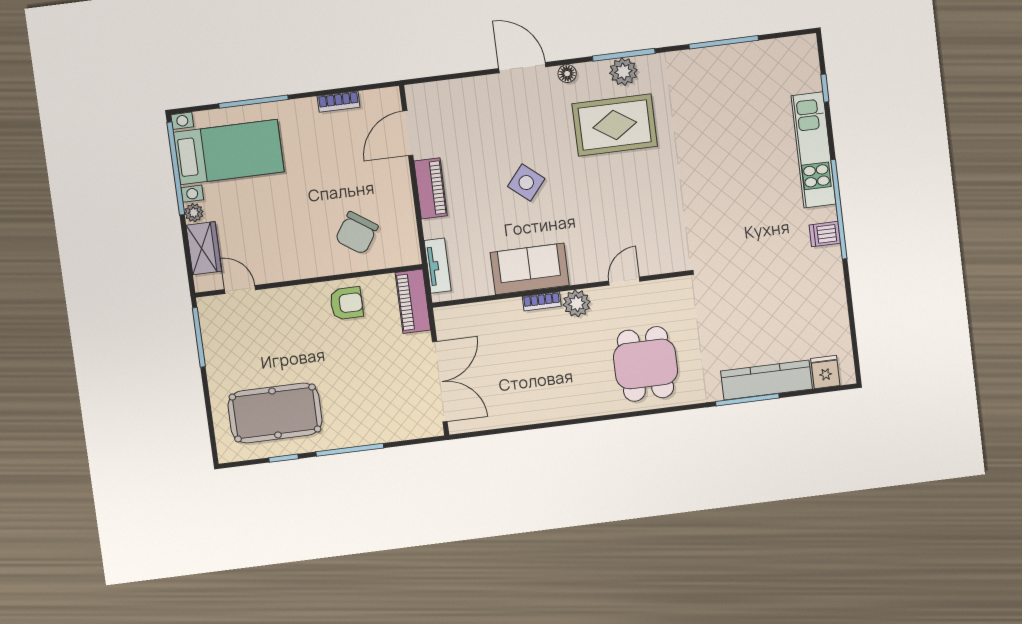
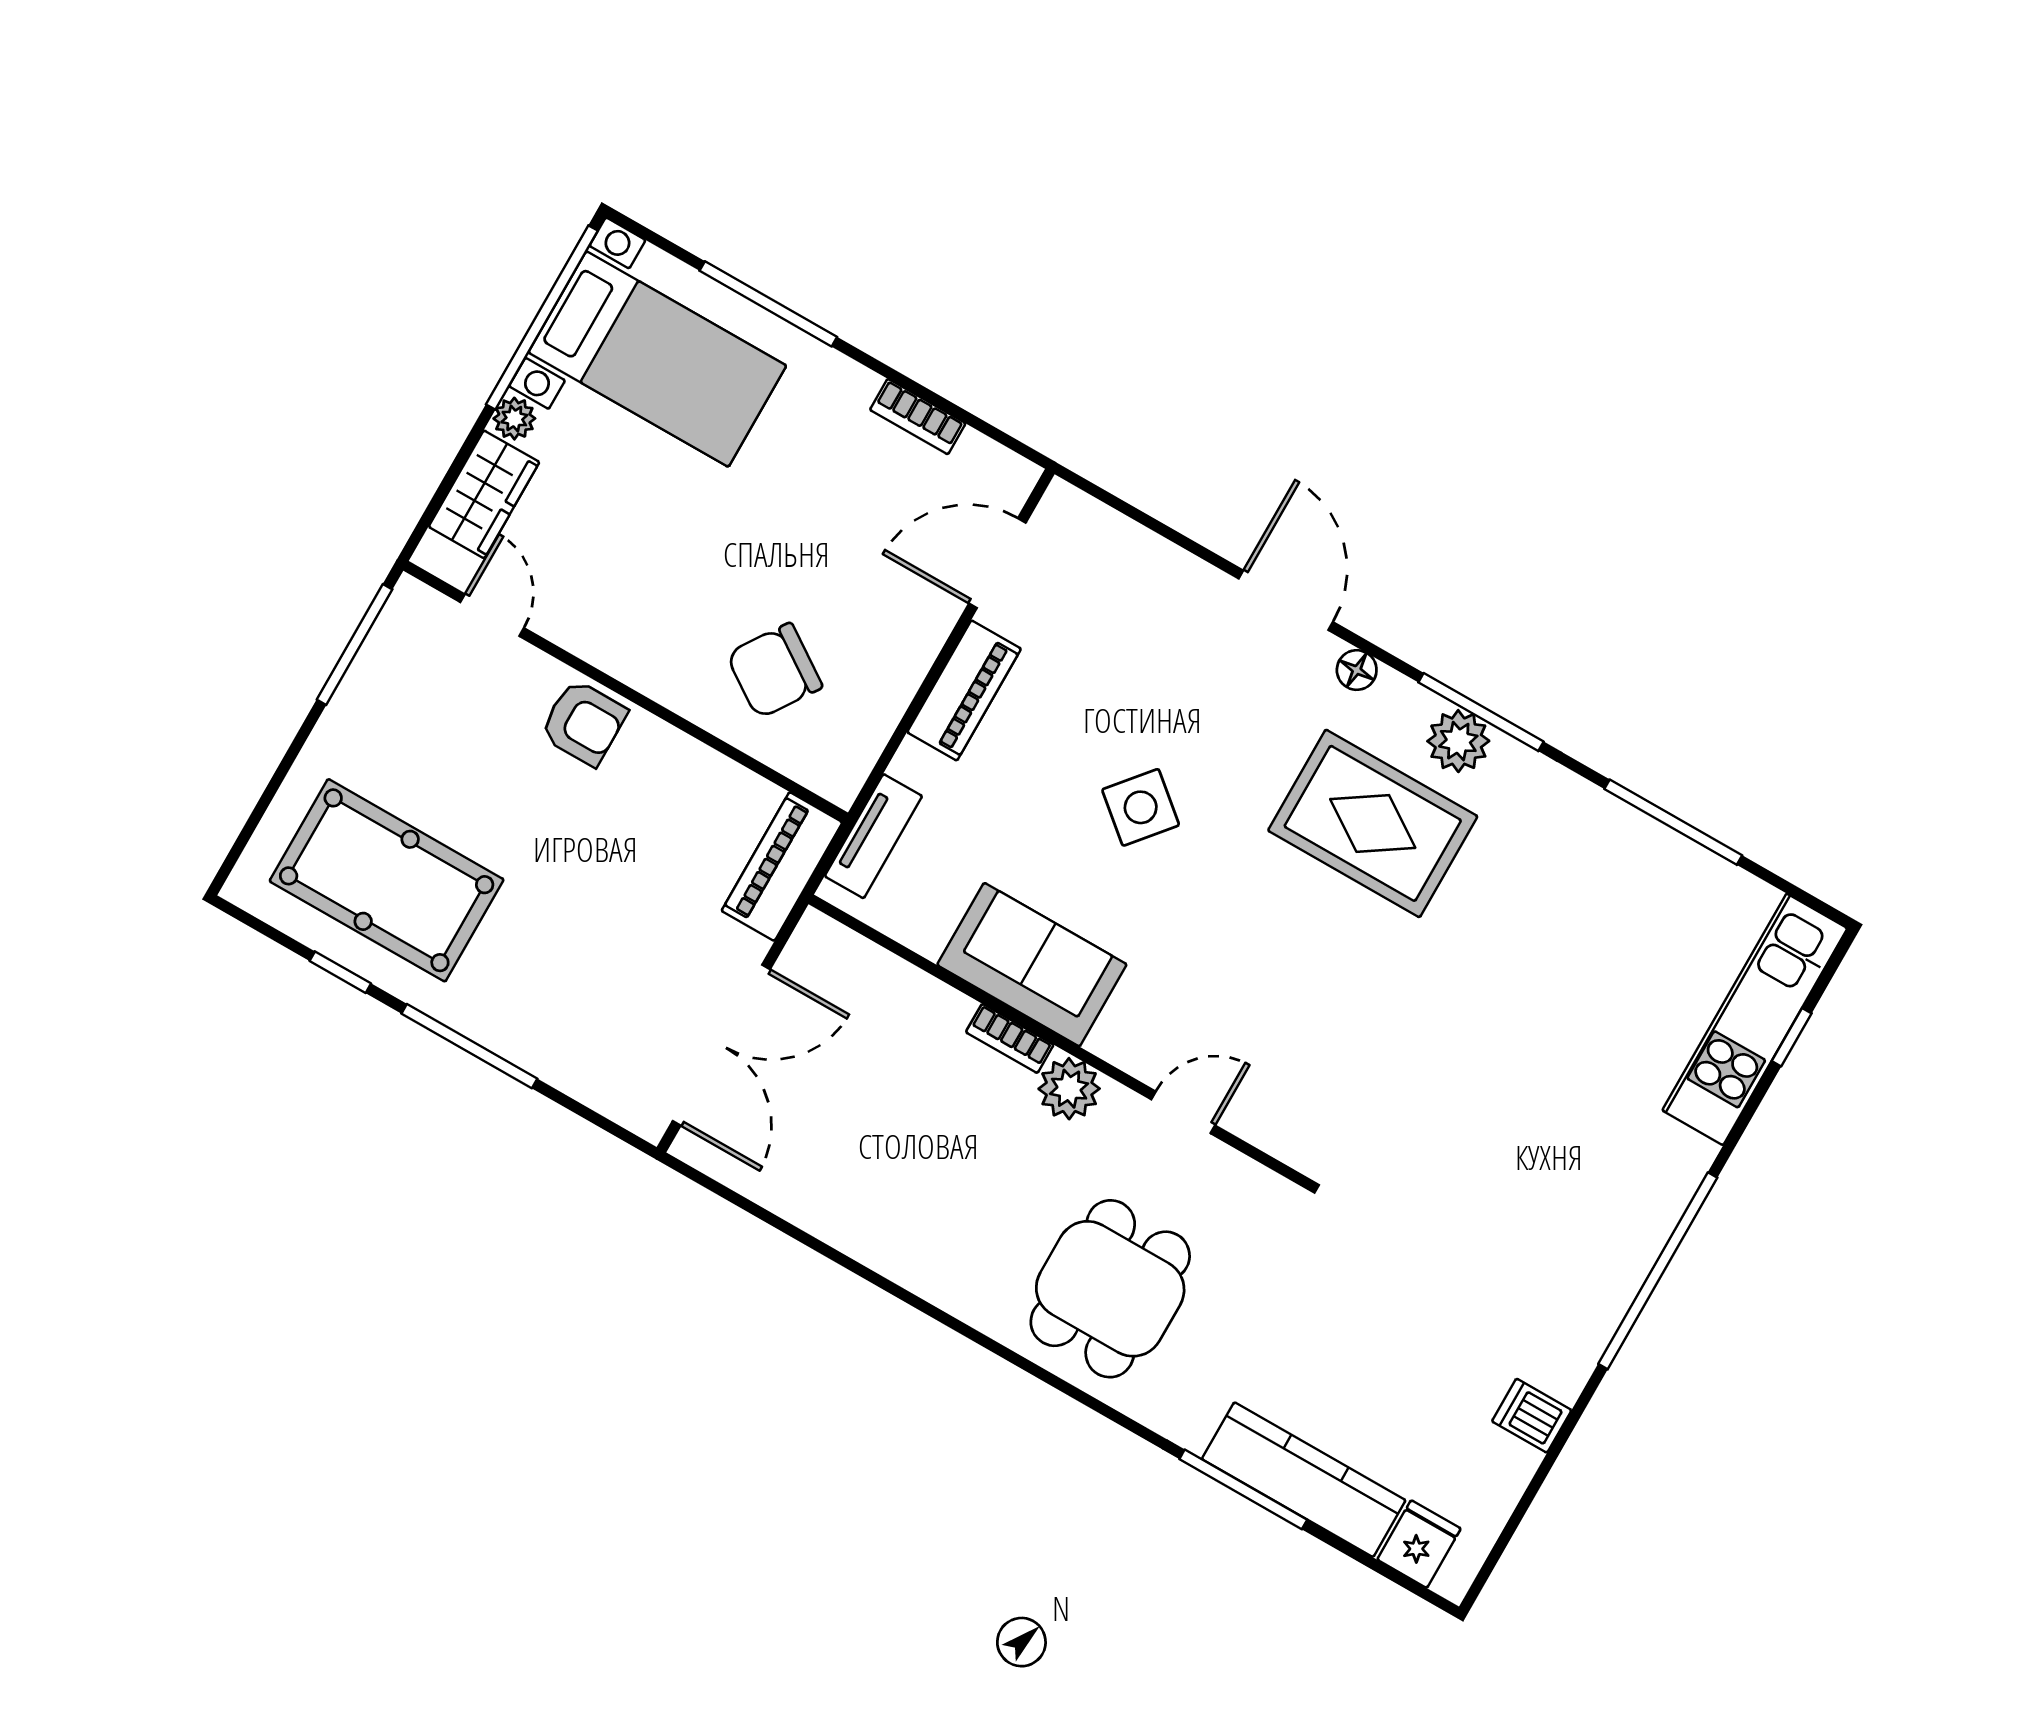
kitchen unit: (813, 150) -> (1755, 1019), moved
dishwasher: (825, 234) -> (1532, 1416), moved
armchair: (346, 303) -> (583, 723), moved

